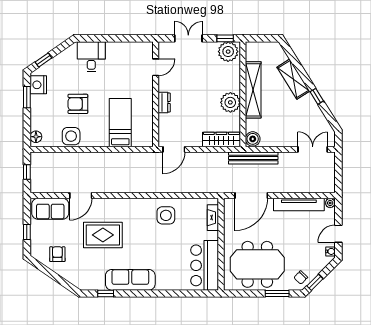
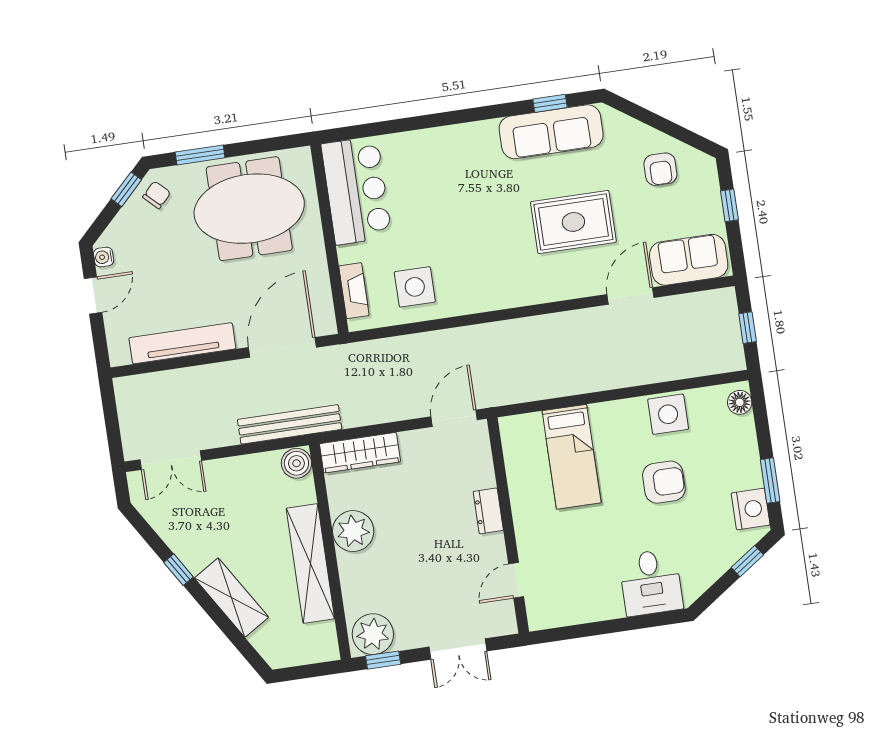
plant: (330, 203) -> (119, 356), removed
side table: (166, 215) -> (415, 287), moved
sofa: (130, 280) -> (551, 132), moved

